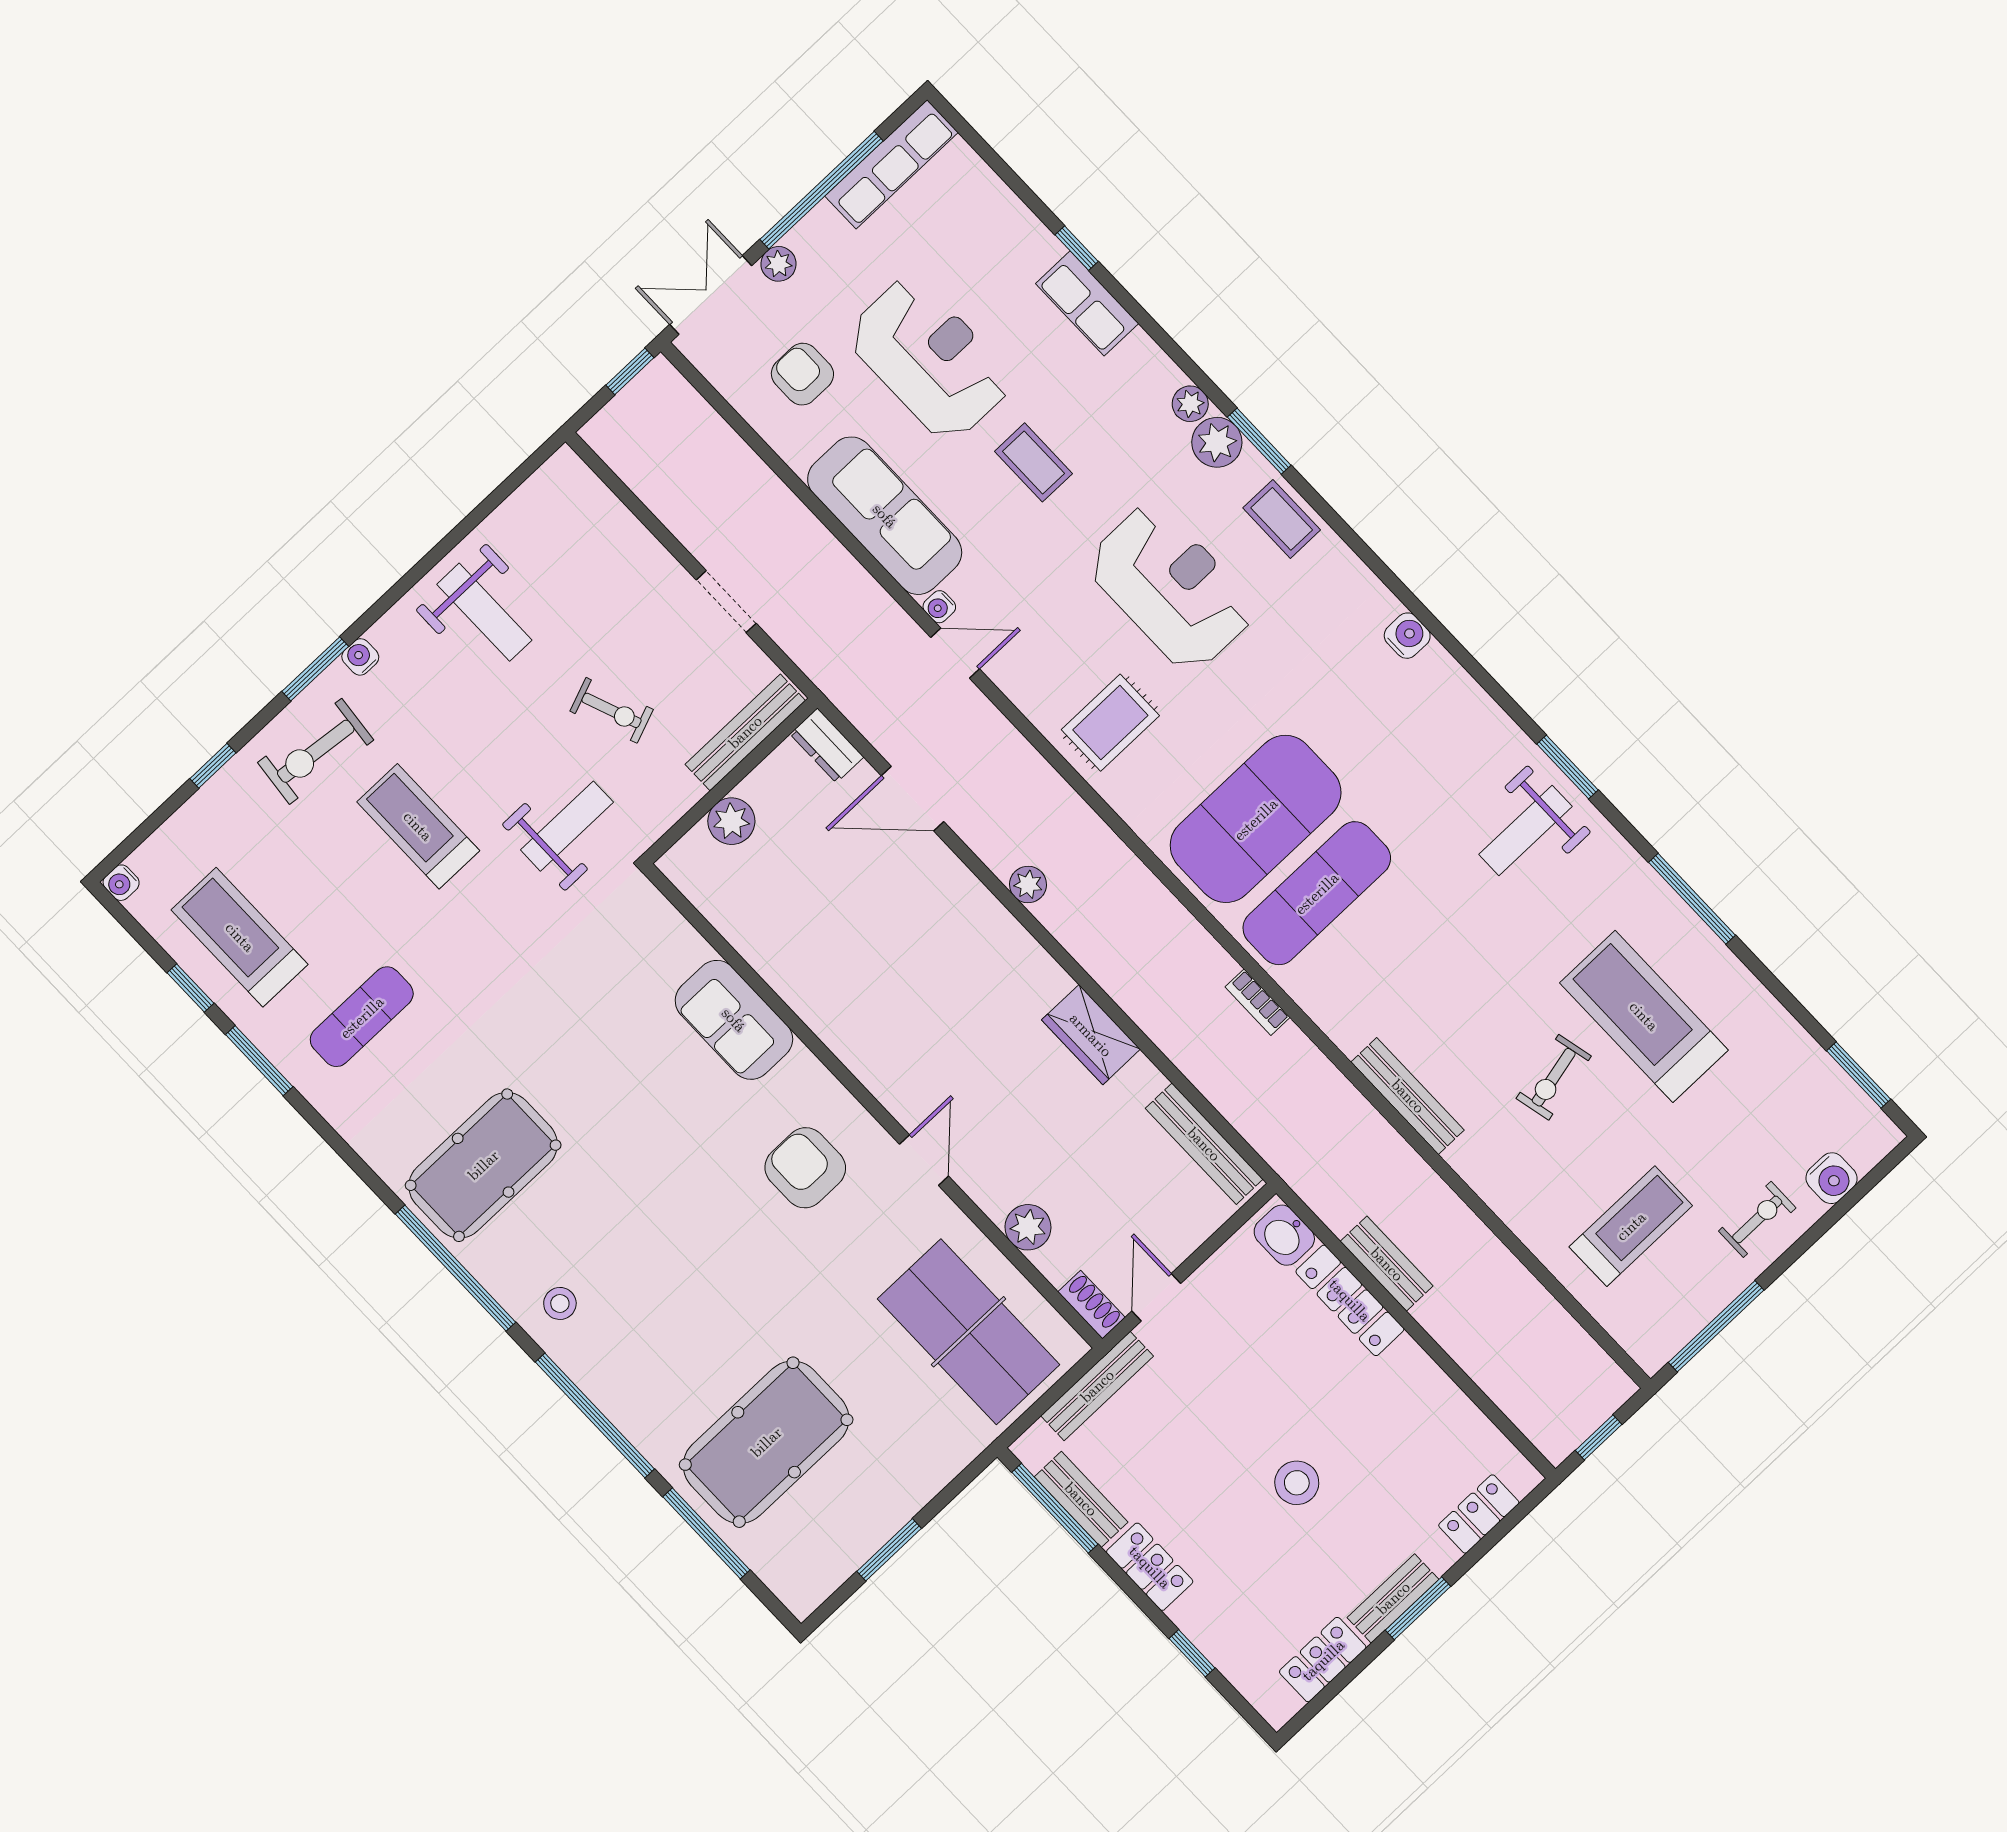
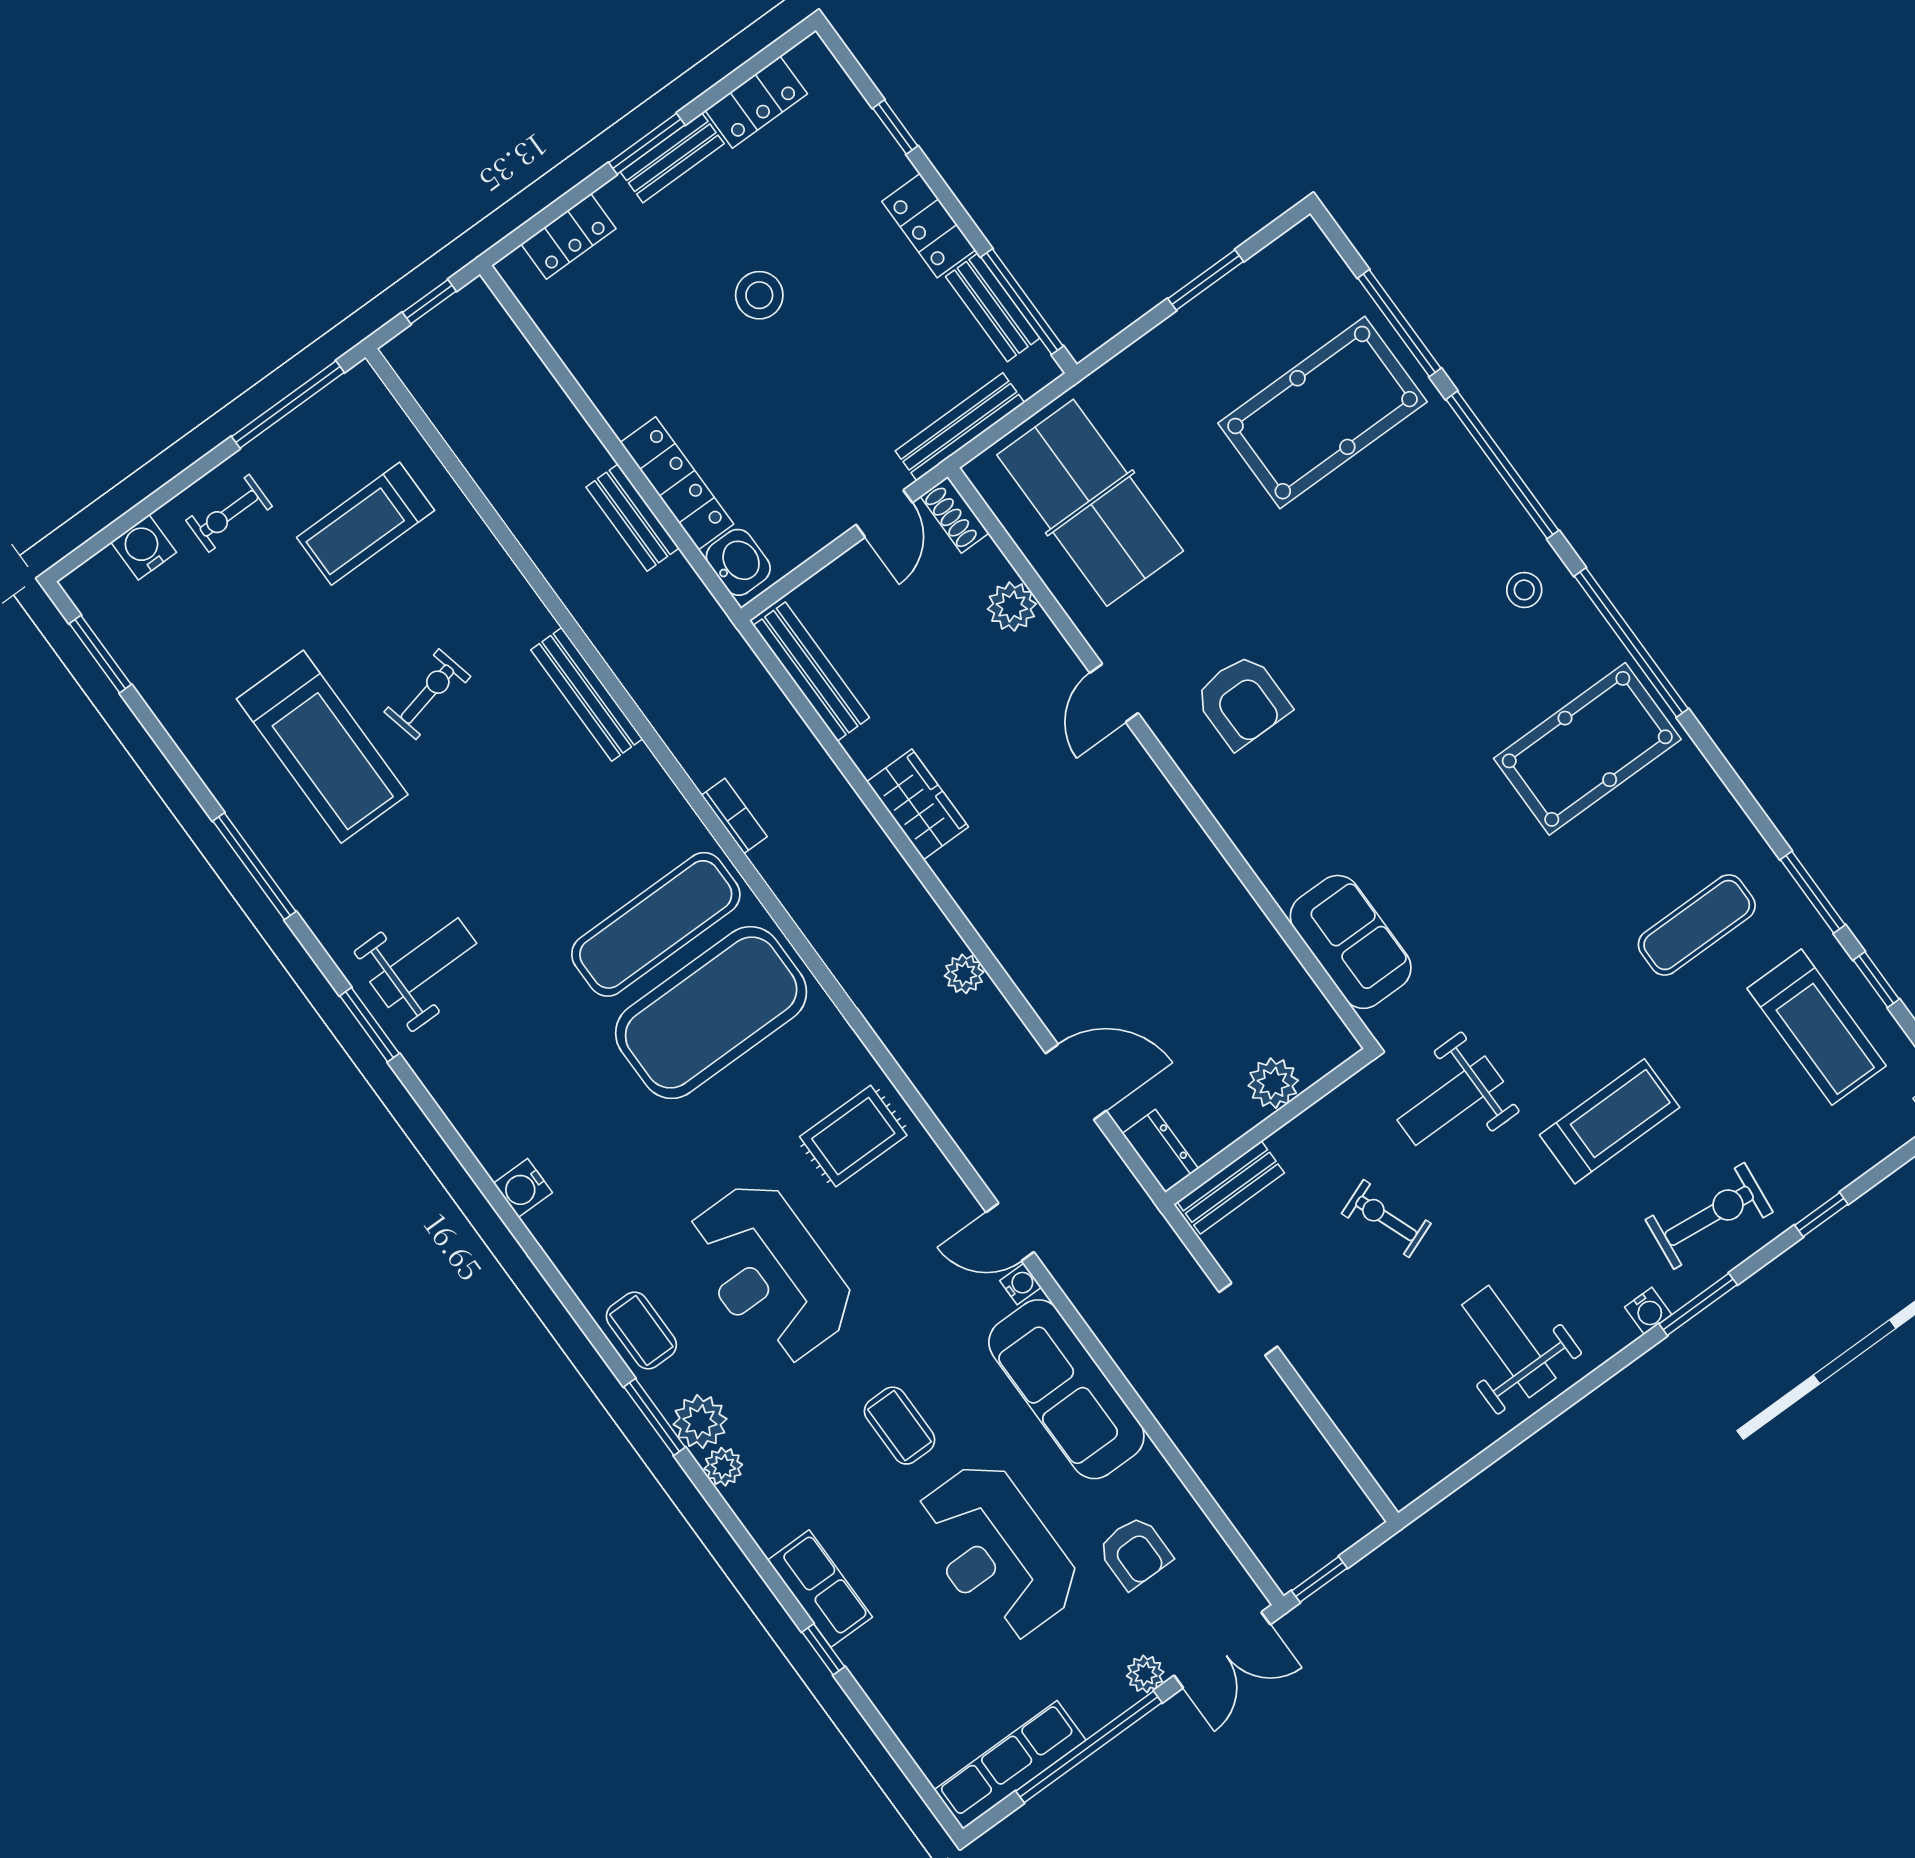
bench: (745, 732) -> (1231, 1187), width x0.73
treadmill: (418, 826) -> (1610, 1121), turned -90
sofa: (734, 1020) -> (1351, 942), moved

